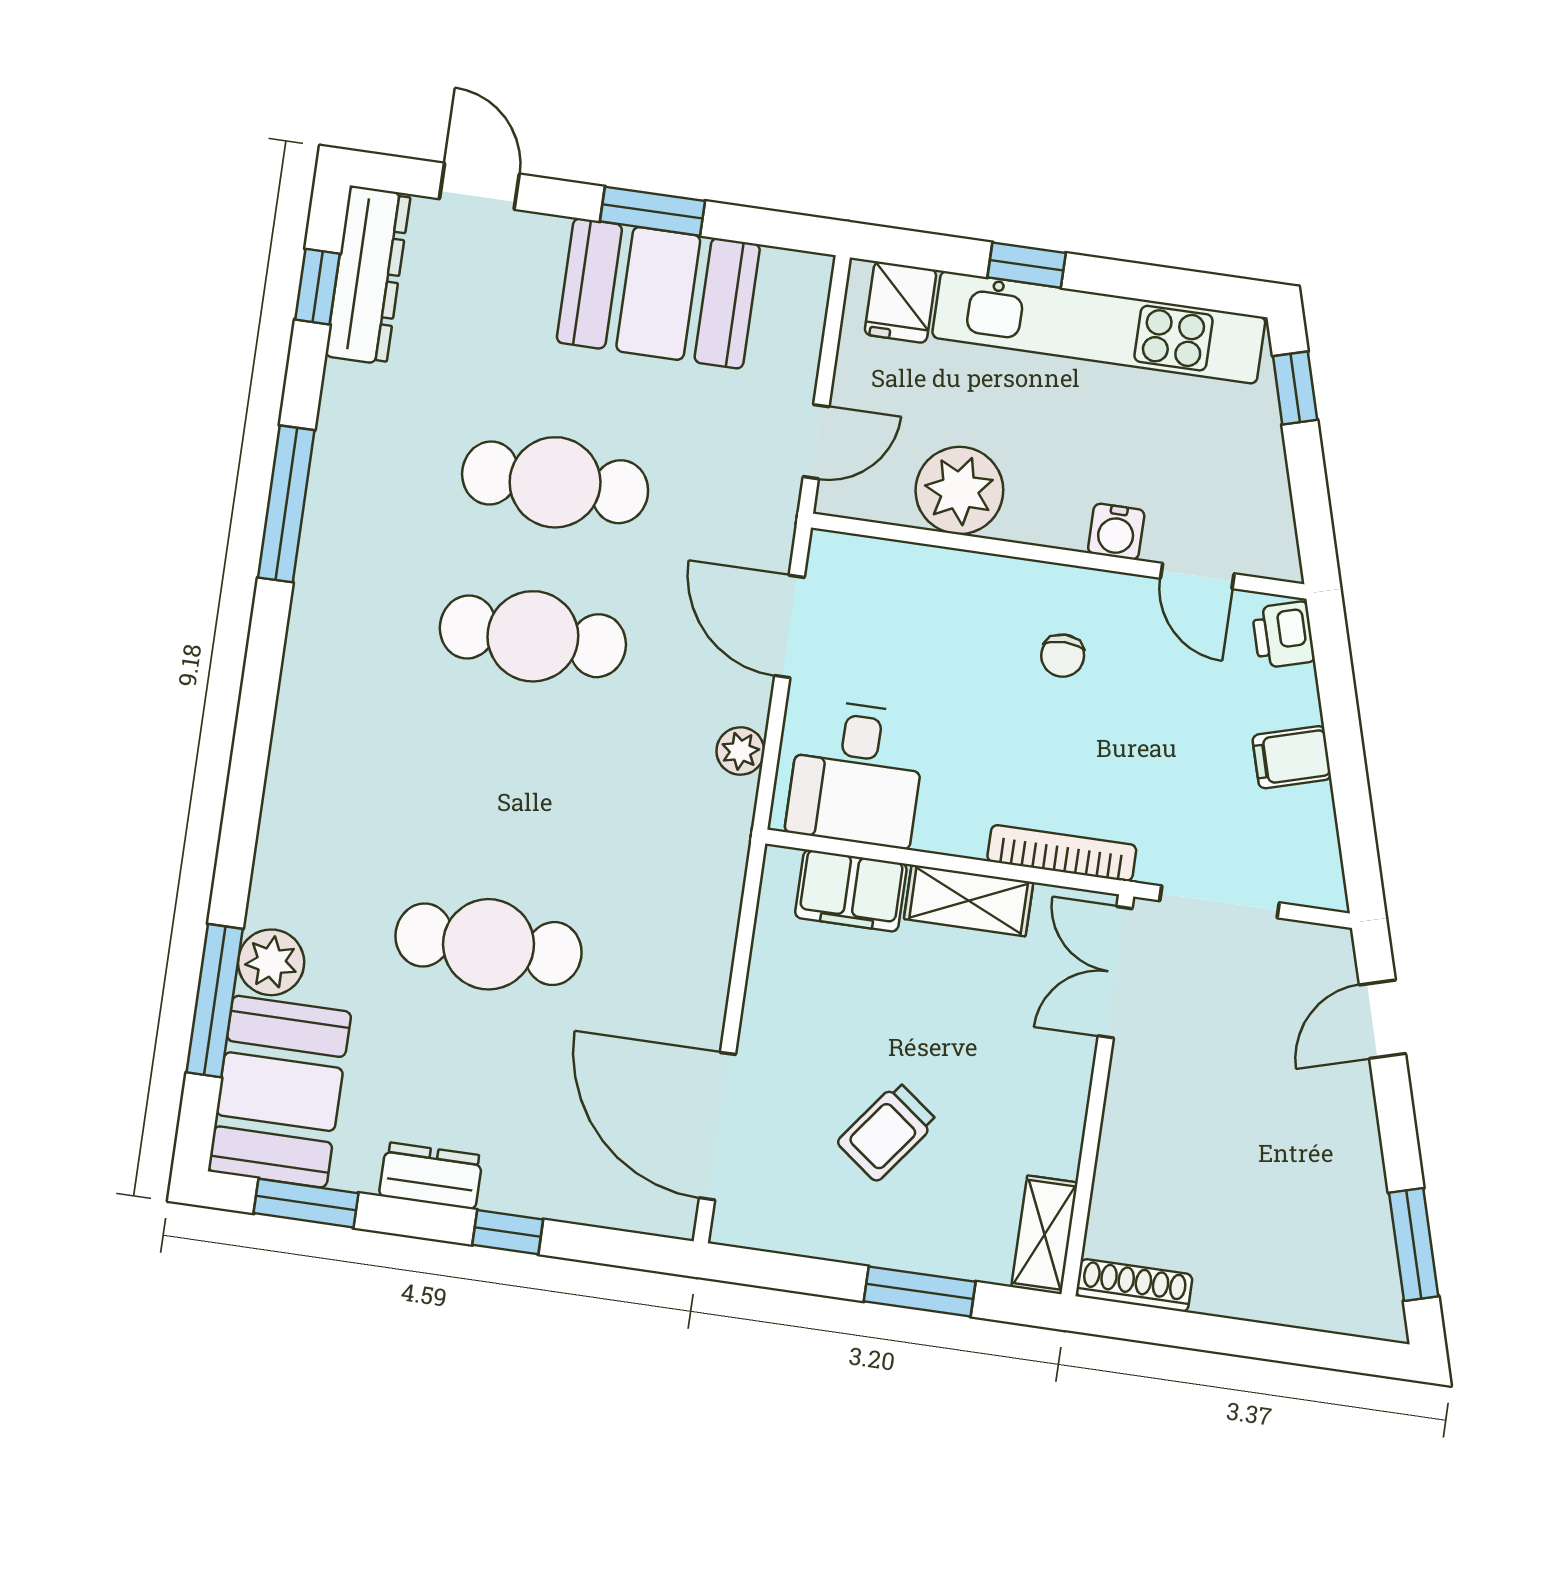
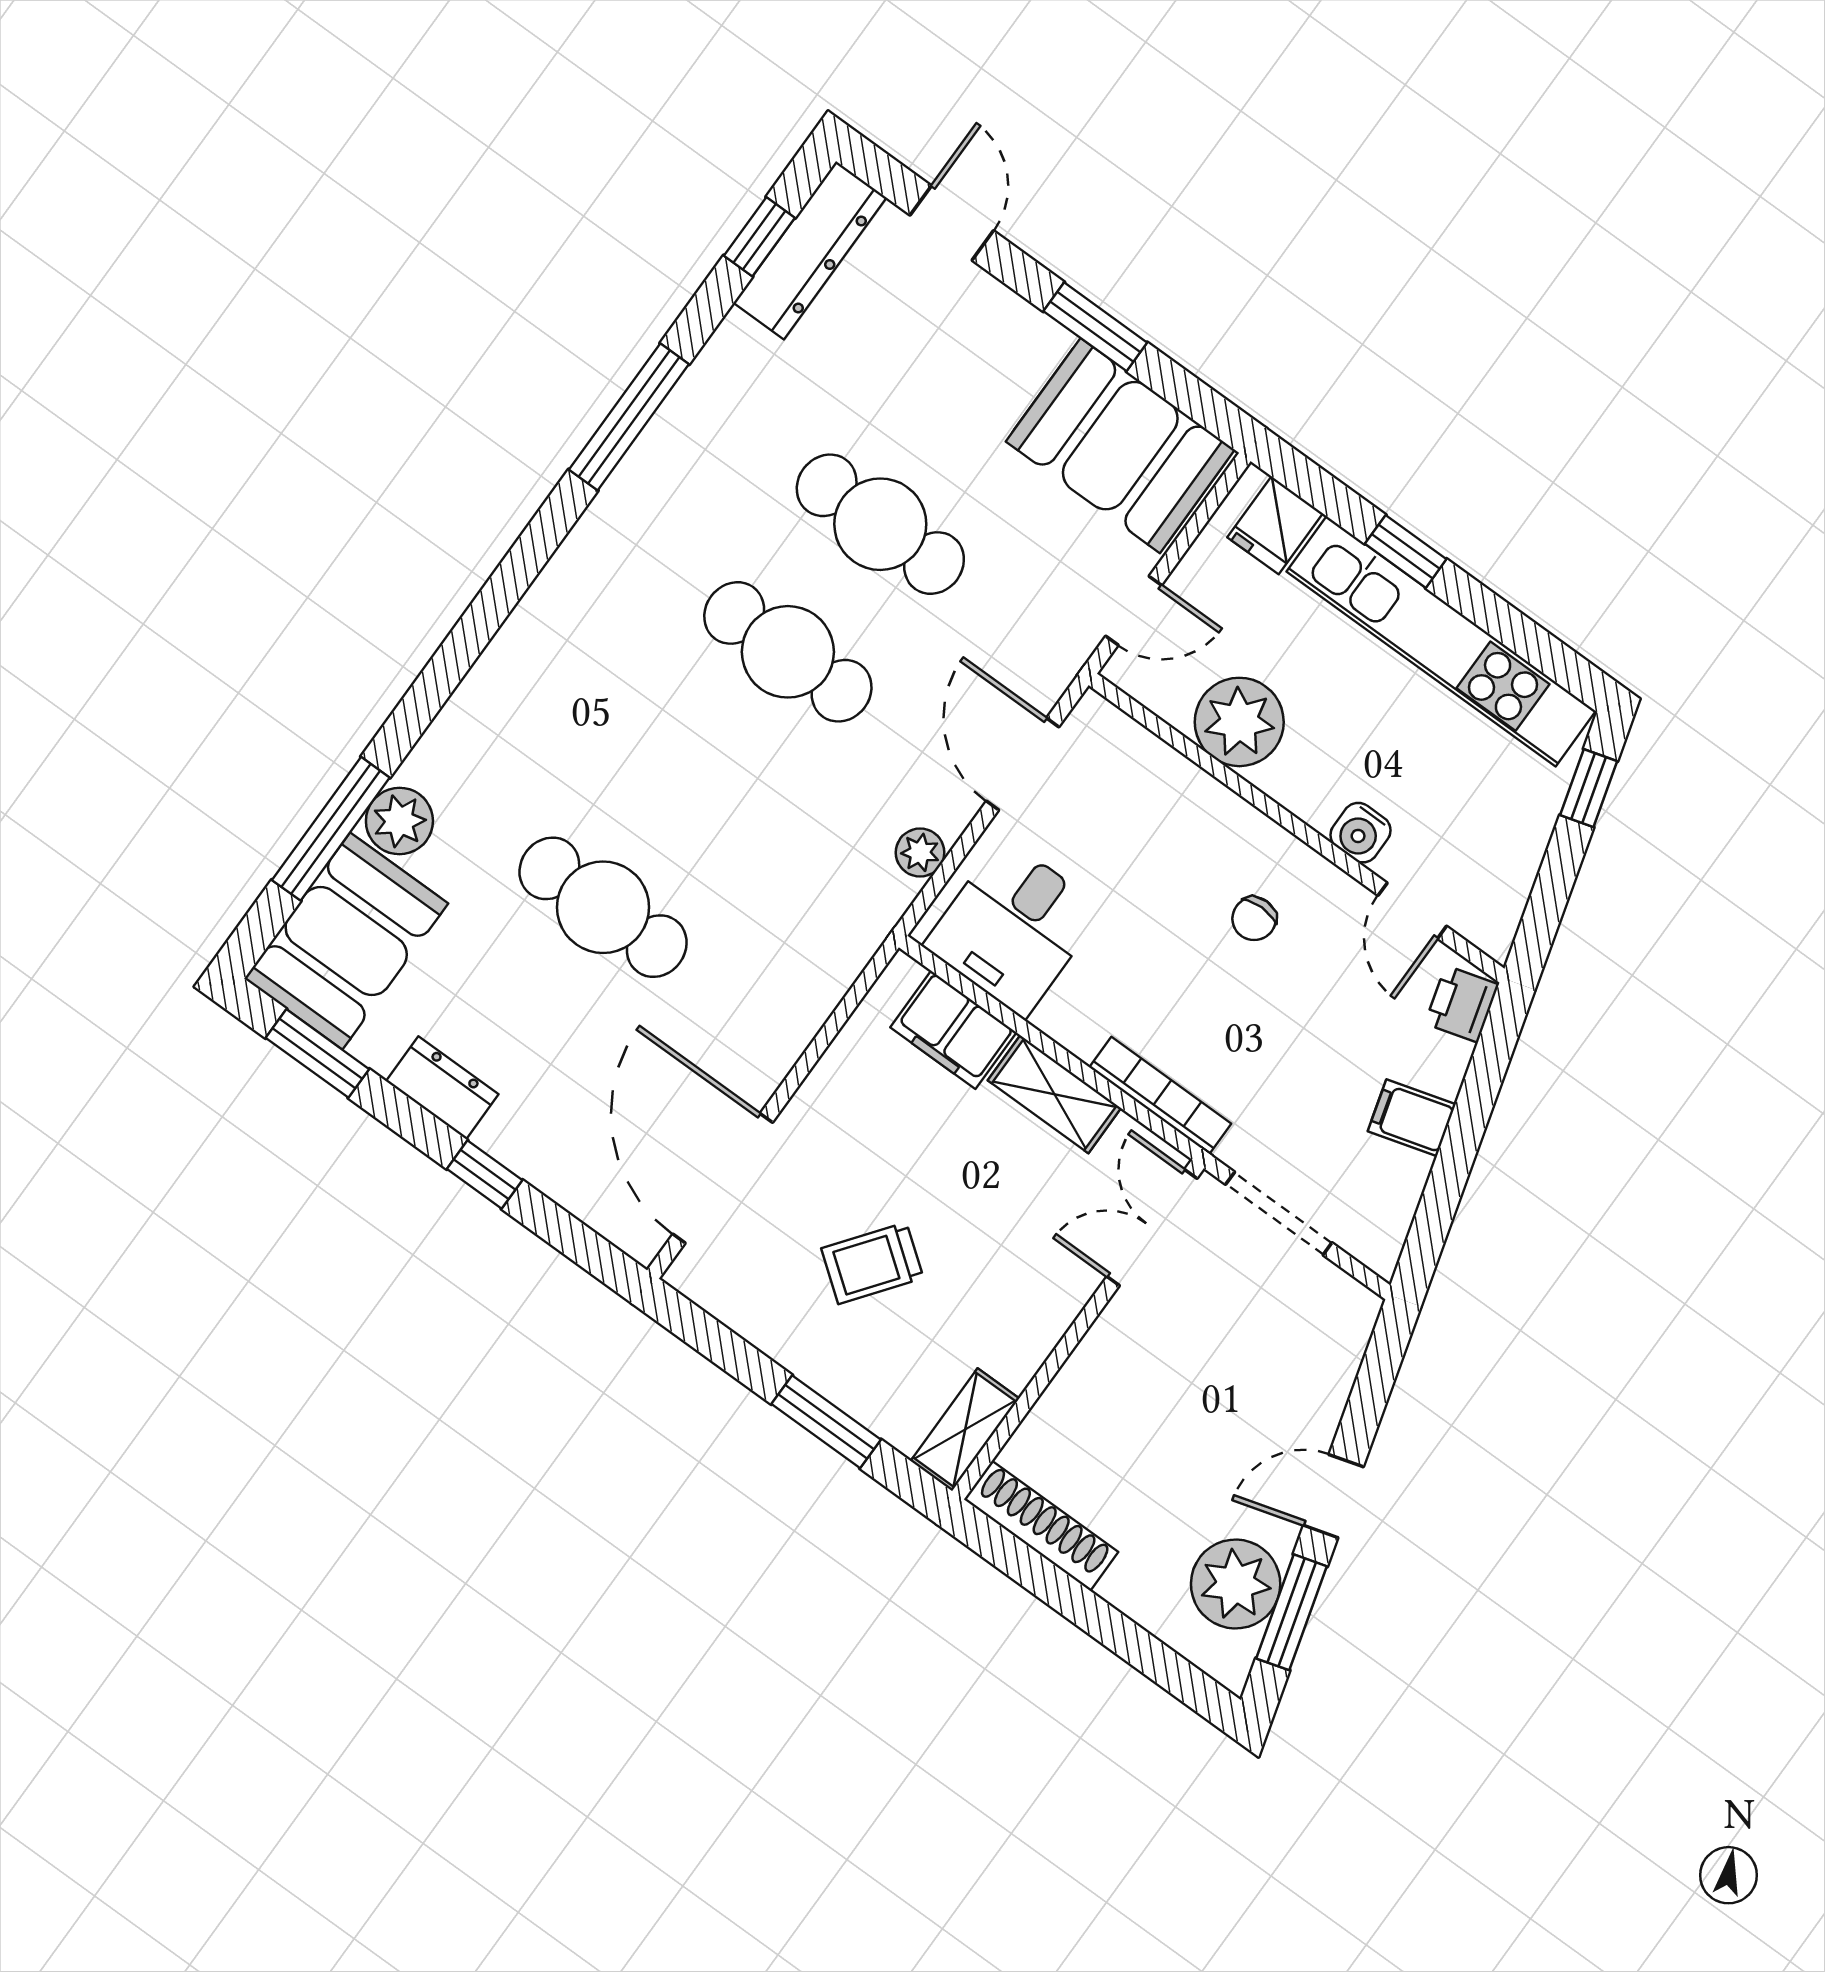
booth: (658, 293) -> (1120, 446), moved
door: (1382, 1019) -> (1333, 1496), moved
plant: (1352, 1245) -> (1236, 1584), added
shoe rack: (1134, 1285) -> (1041, 1526), width x1.36, depth x1.24

